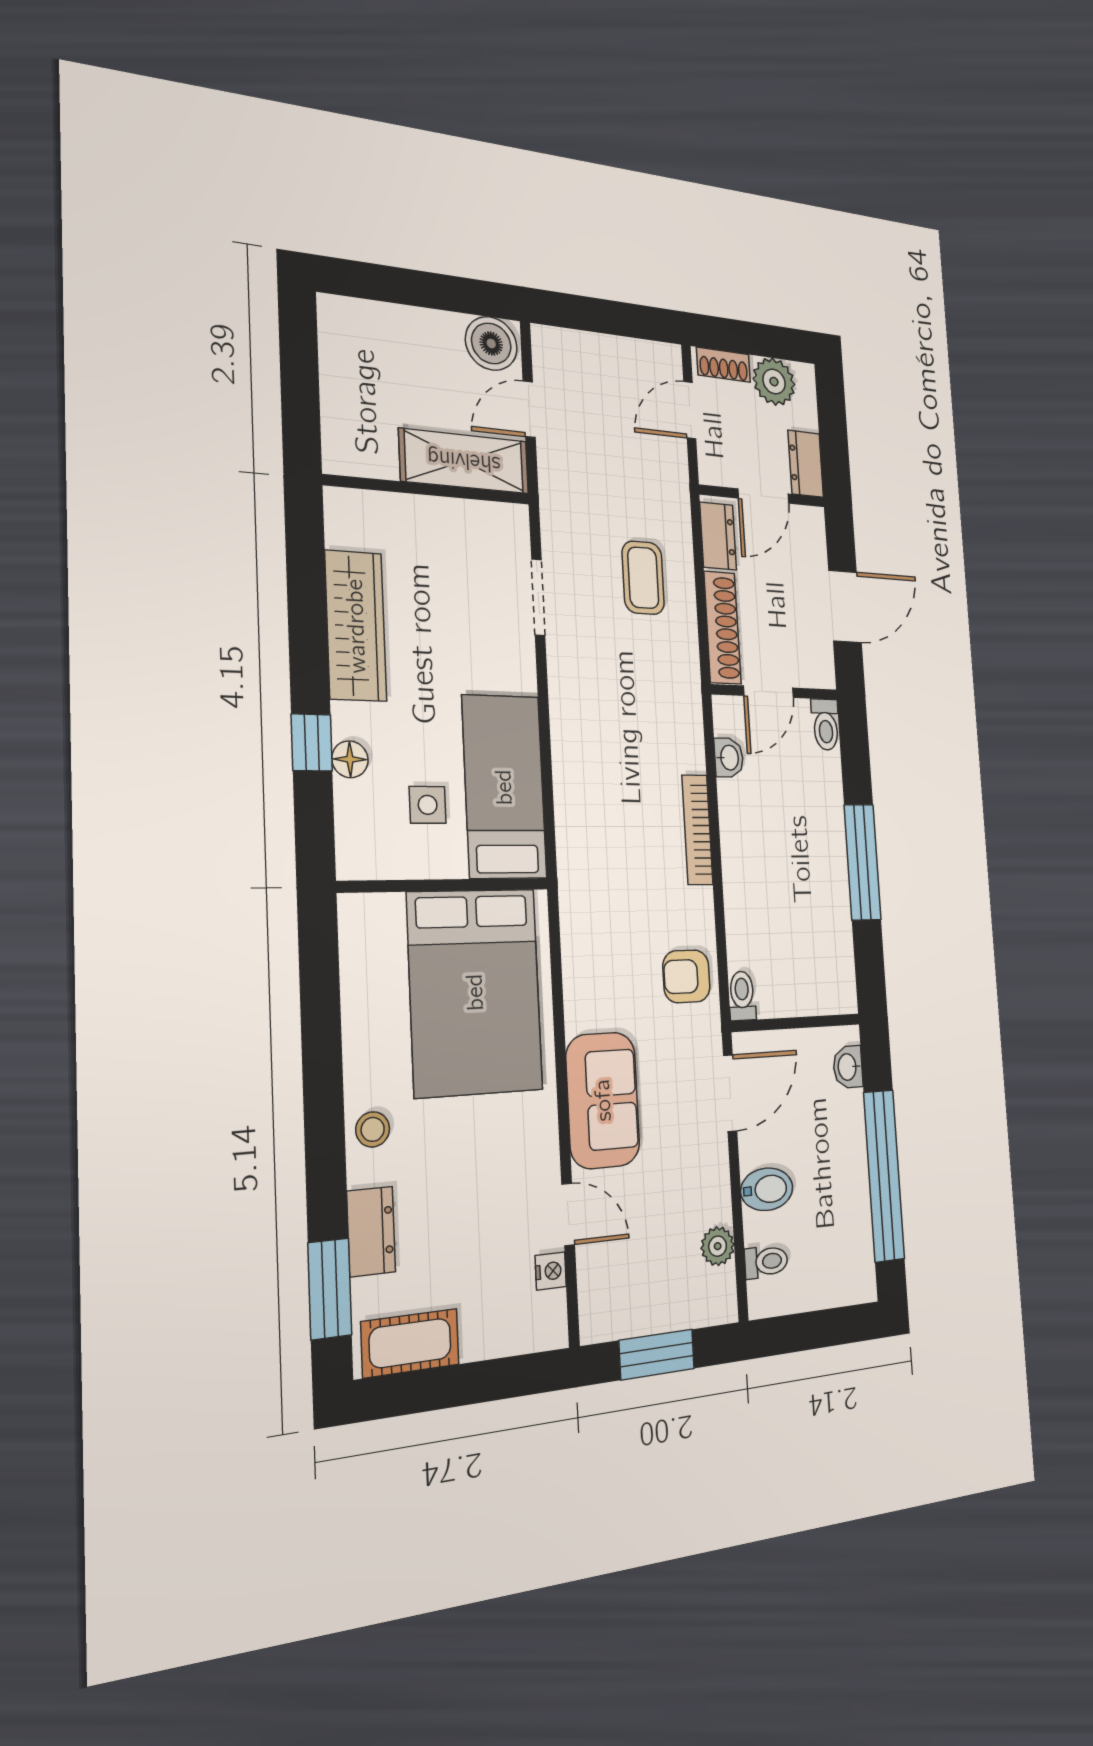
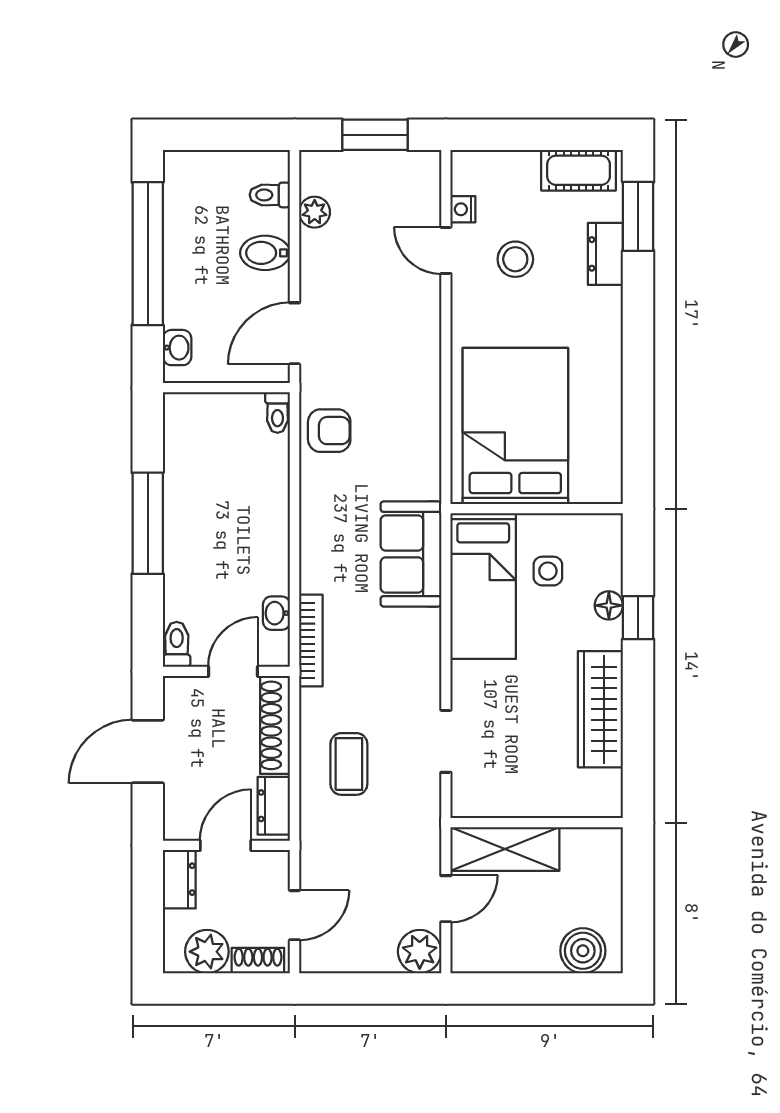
boiler: (491, 343) -> (583, 951), moved
plant: (555, 351) -> (420, 952), added
bookcase: (697, 830) -> (311, 640), moved
sofa: (603, 1100) -> (411, 554), moved
stool: (373, 1129) -> (515, 259), moved, width x1.37, depth x1.37

